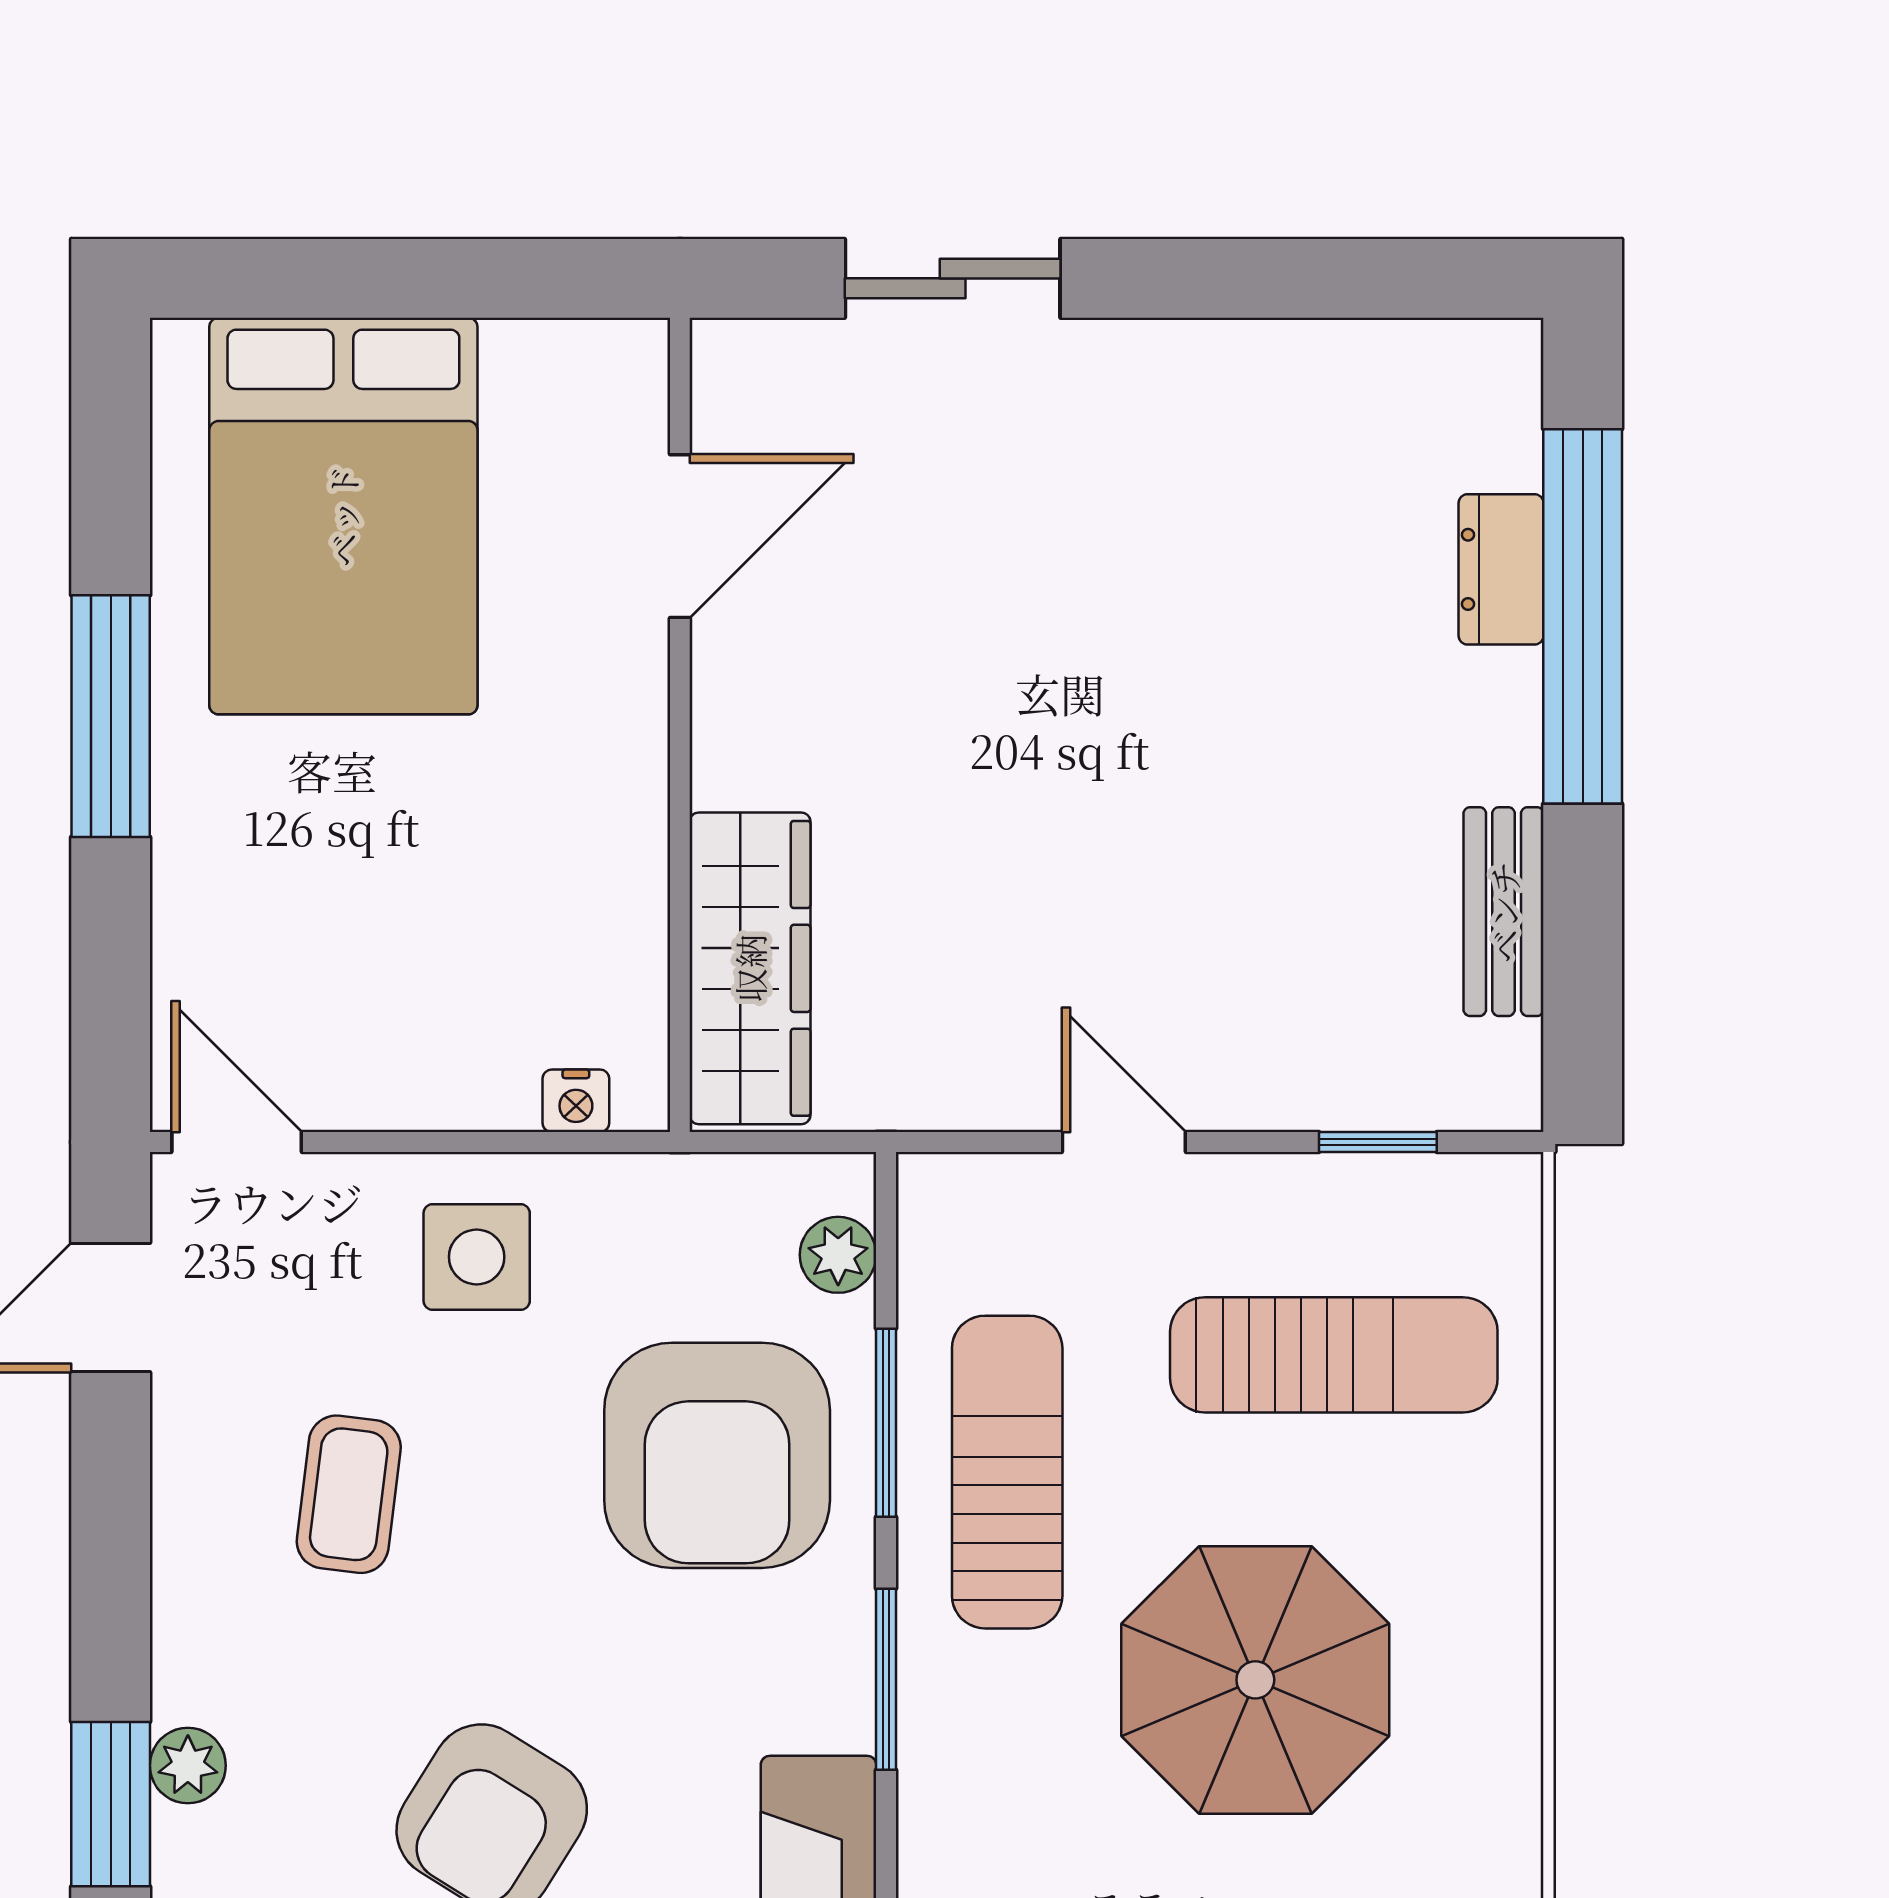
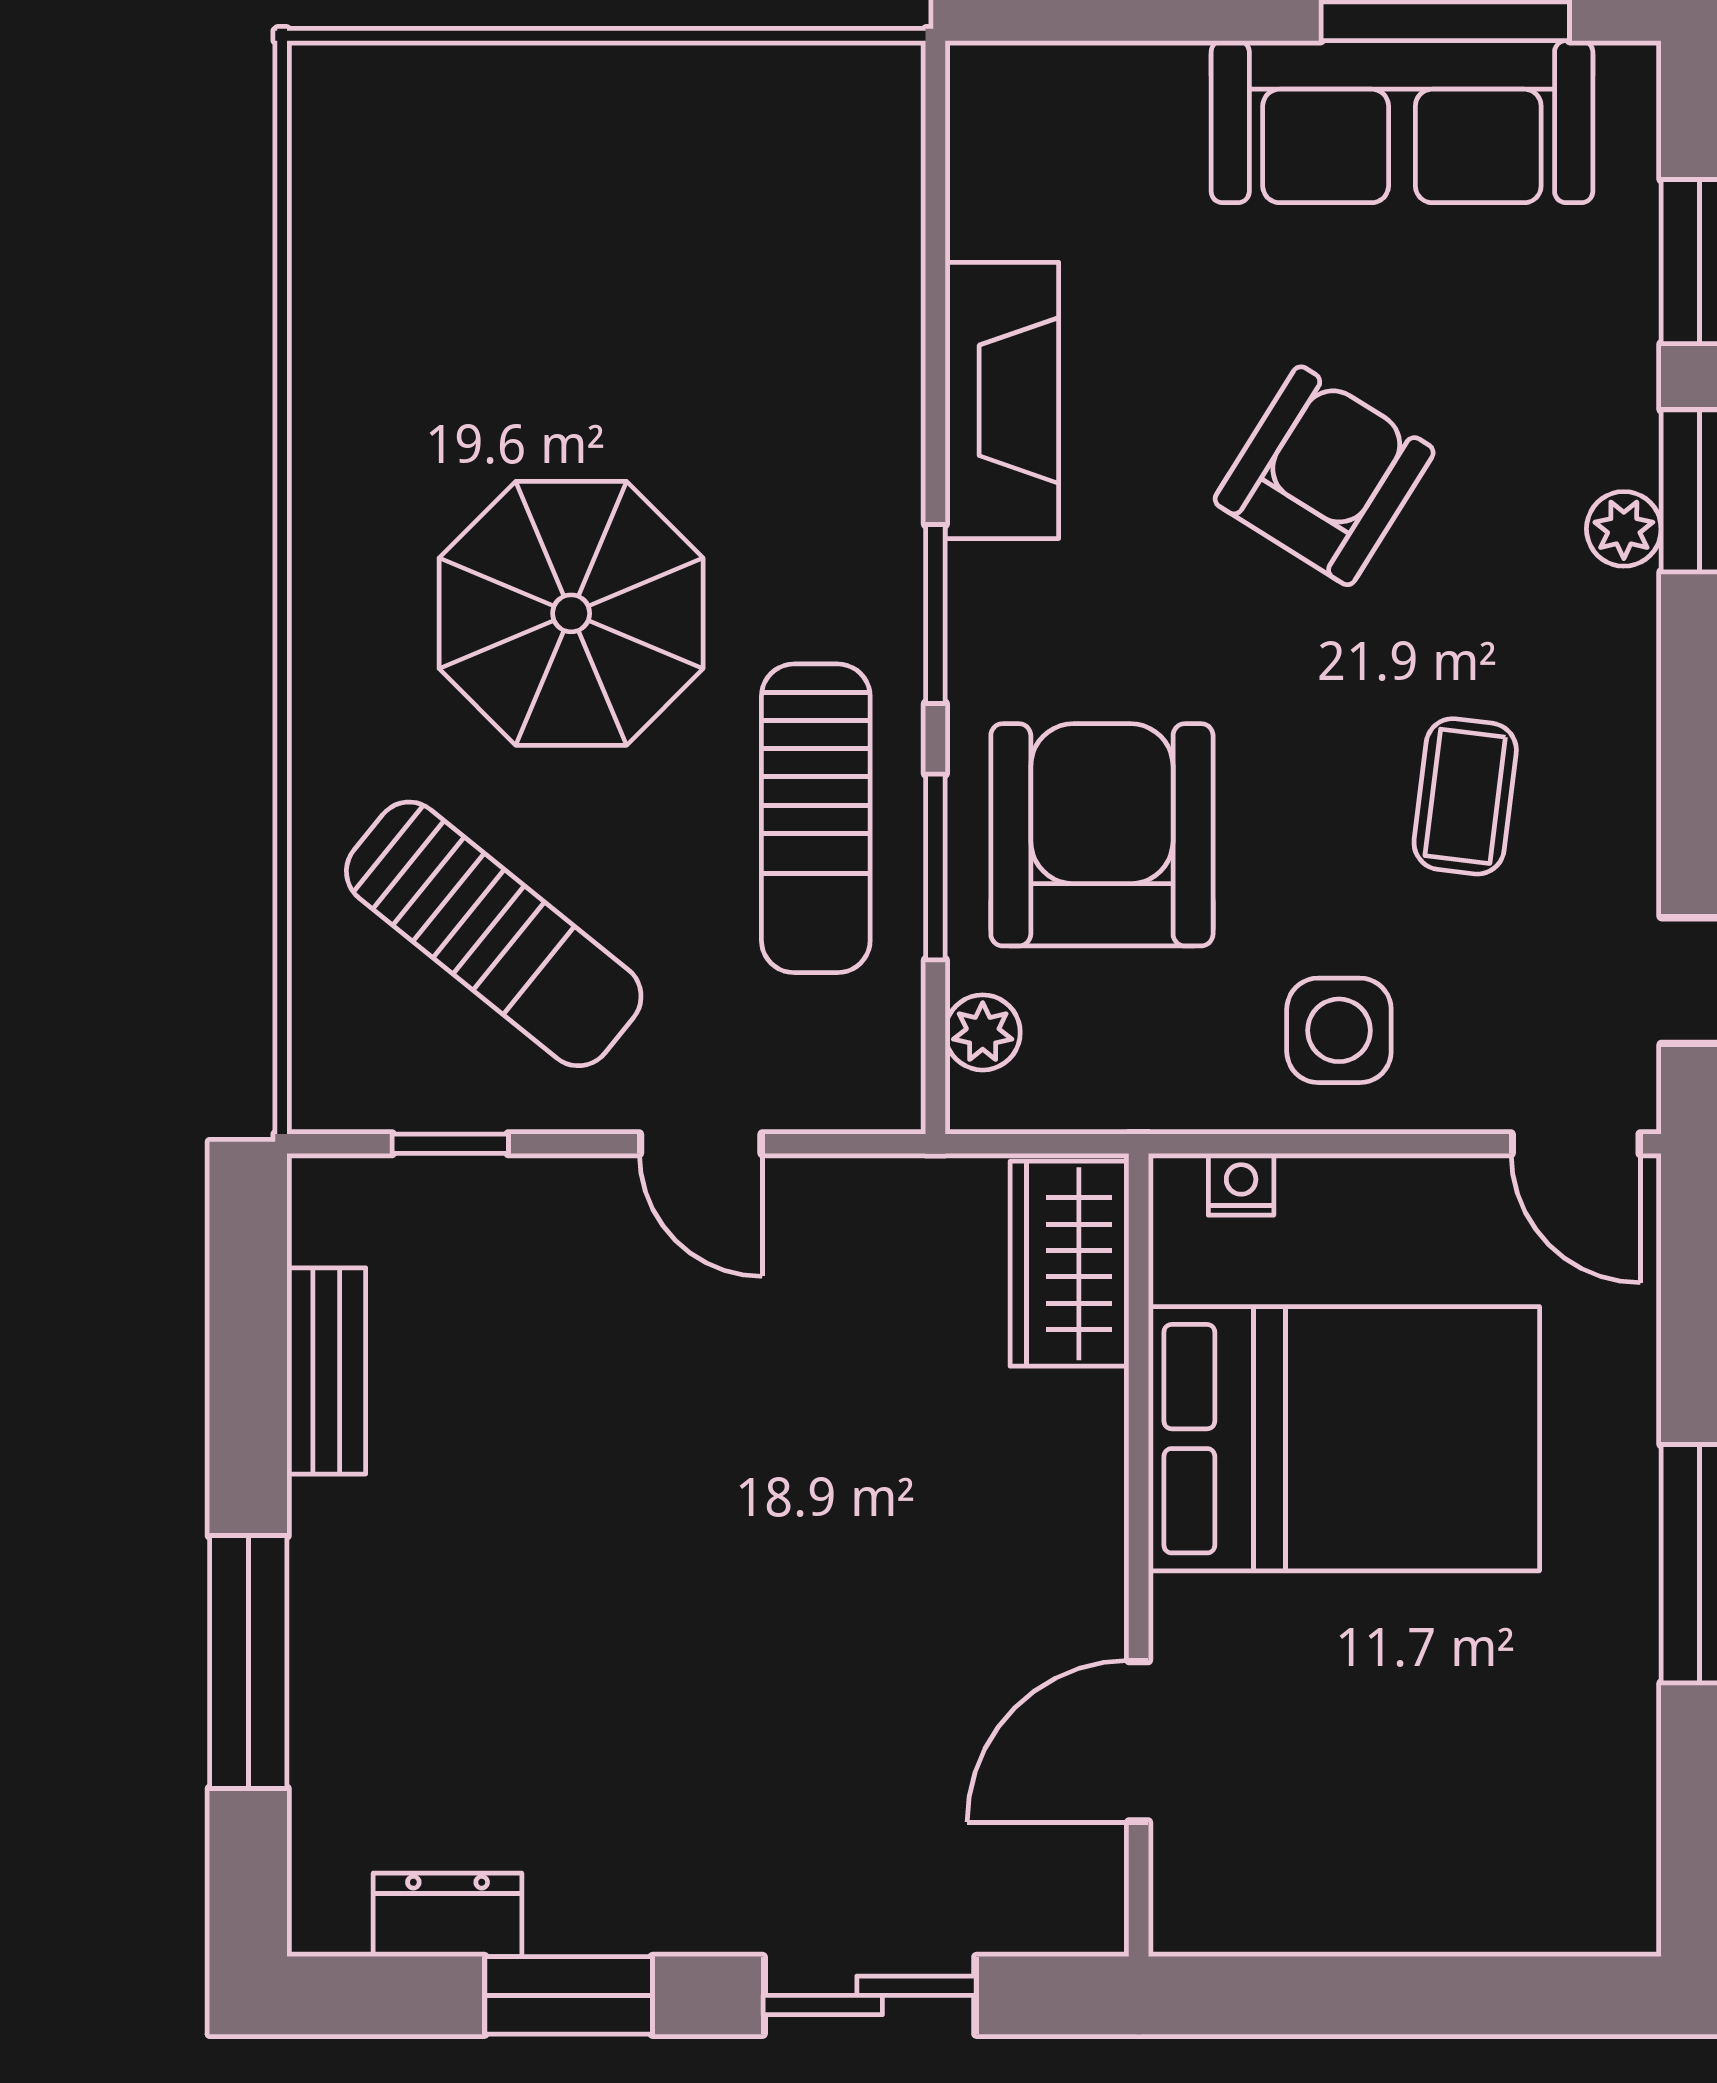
window: (1258, 278) -> (569, 1995), added
bed: (343, 516) -> (1344, 1439), moved, turned 90
dresser: (1501, 569) -> (448, 1915), moved, turned -90
window: (1583, 616) -> (248, 1662), width x0.68
wardrobe: (750, 968) -> (1069, 1264), width x0.67
sun lounger: (1334, 1355) -> (494, 934), turned -141

